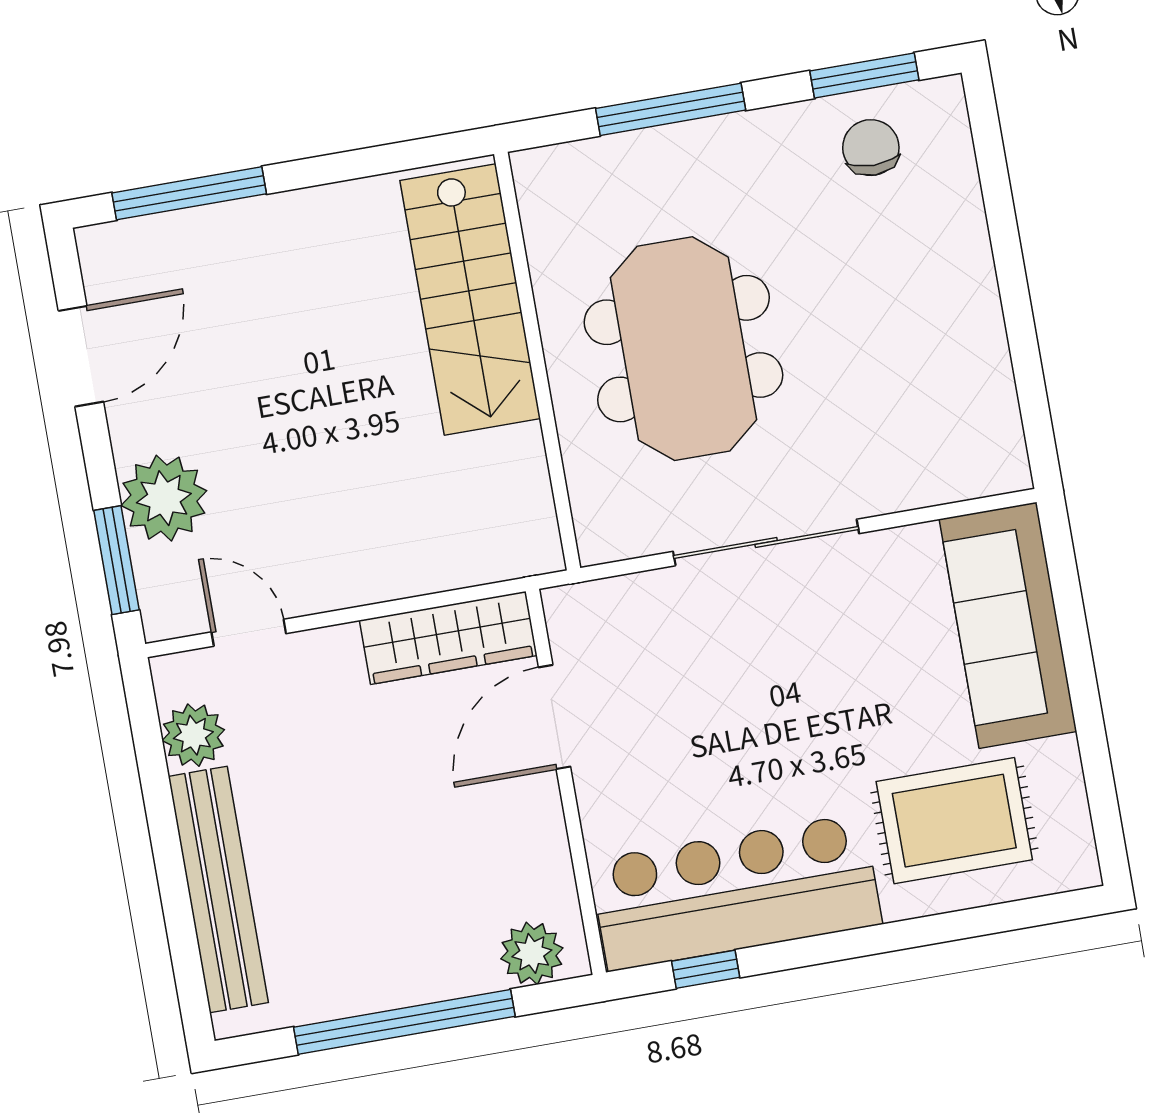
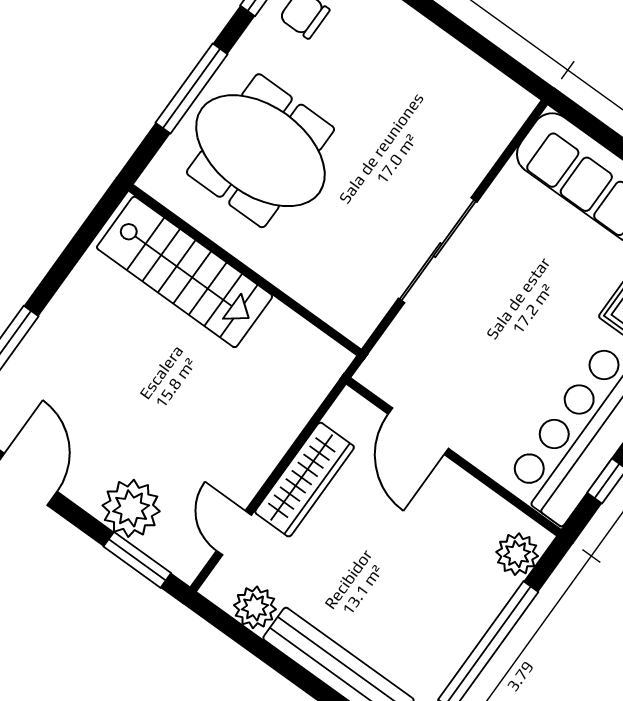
meeting table: (683, 349) -> (260, 151), moved
door: (249, 633) -> (234, 533), hinge flipped
wardrobe: (448, 638) -> (305, 480), moved

